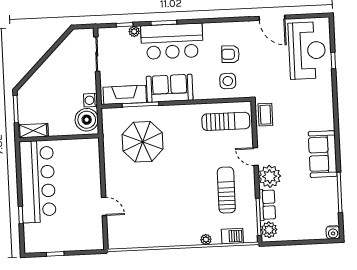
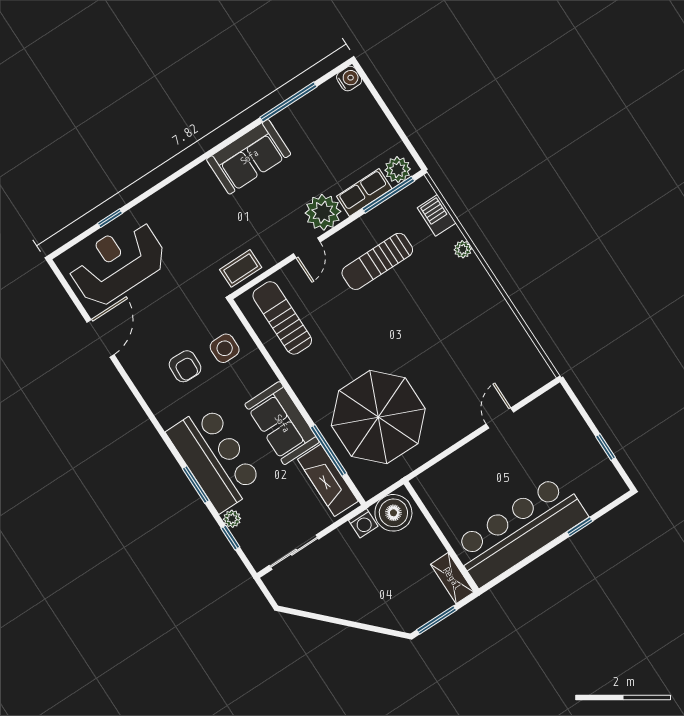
parasol: (143, 142) -> (378, 417), width x1.36, depth x1.36

